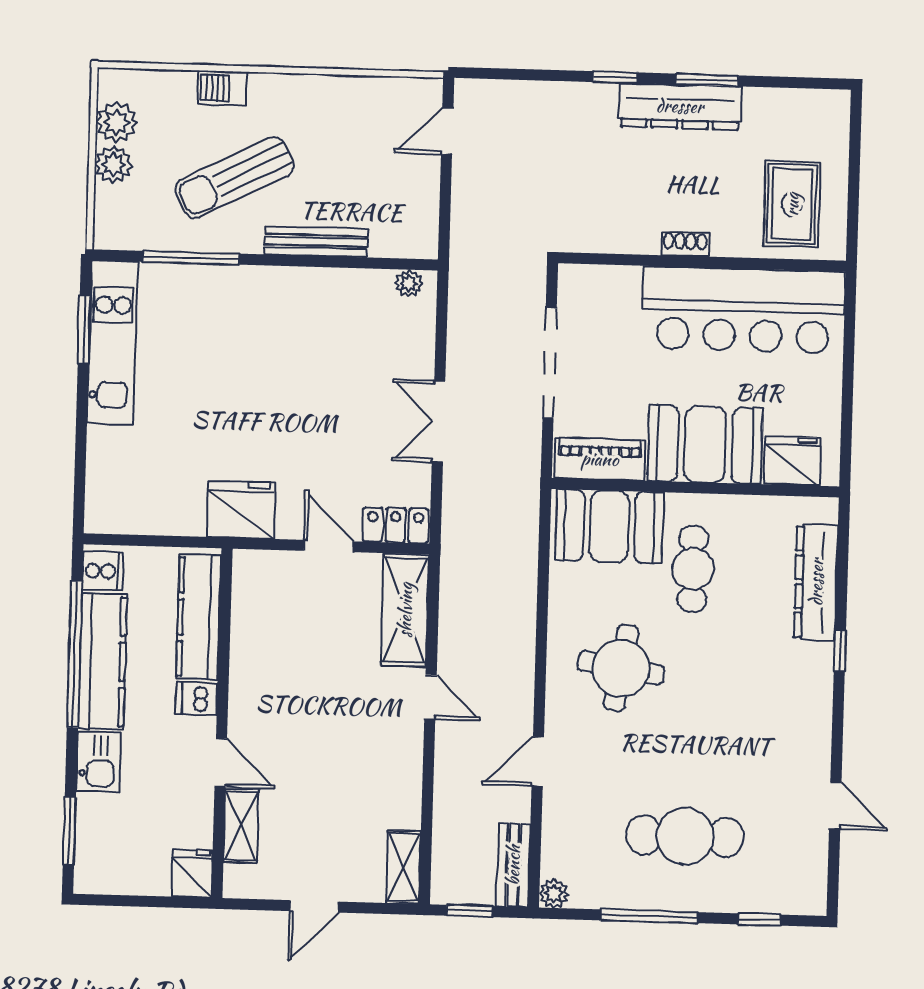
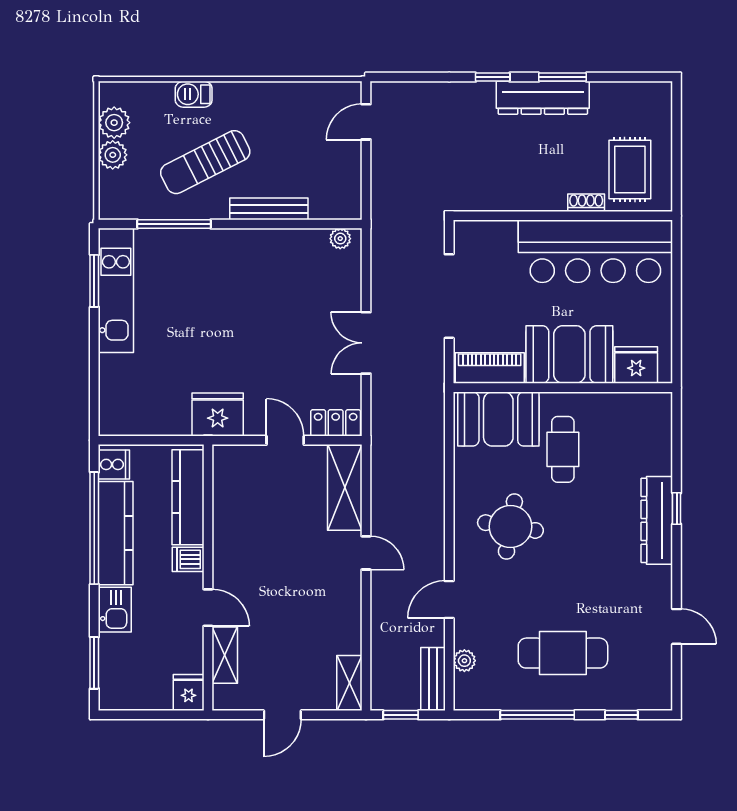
shoe rack: (685, 244) -> (586, 203), moved
dresser: (816, 582) -> (657, 520), moved
plant: (554, 893) -> (464, 661), moved

